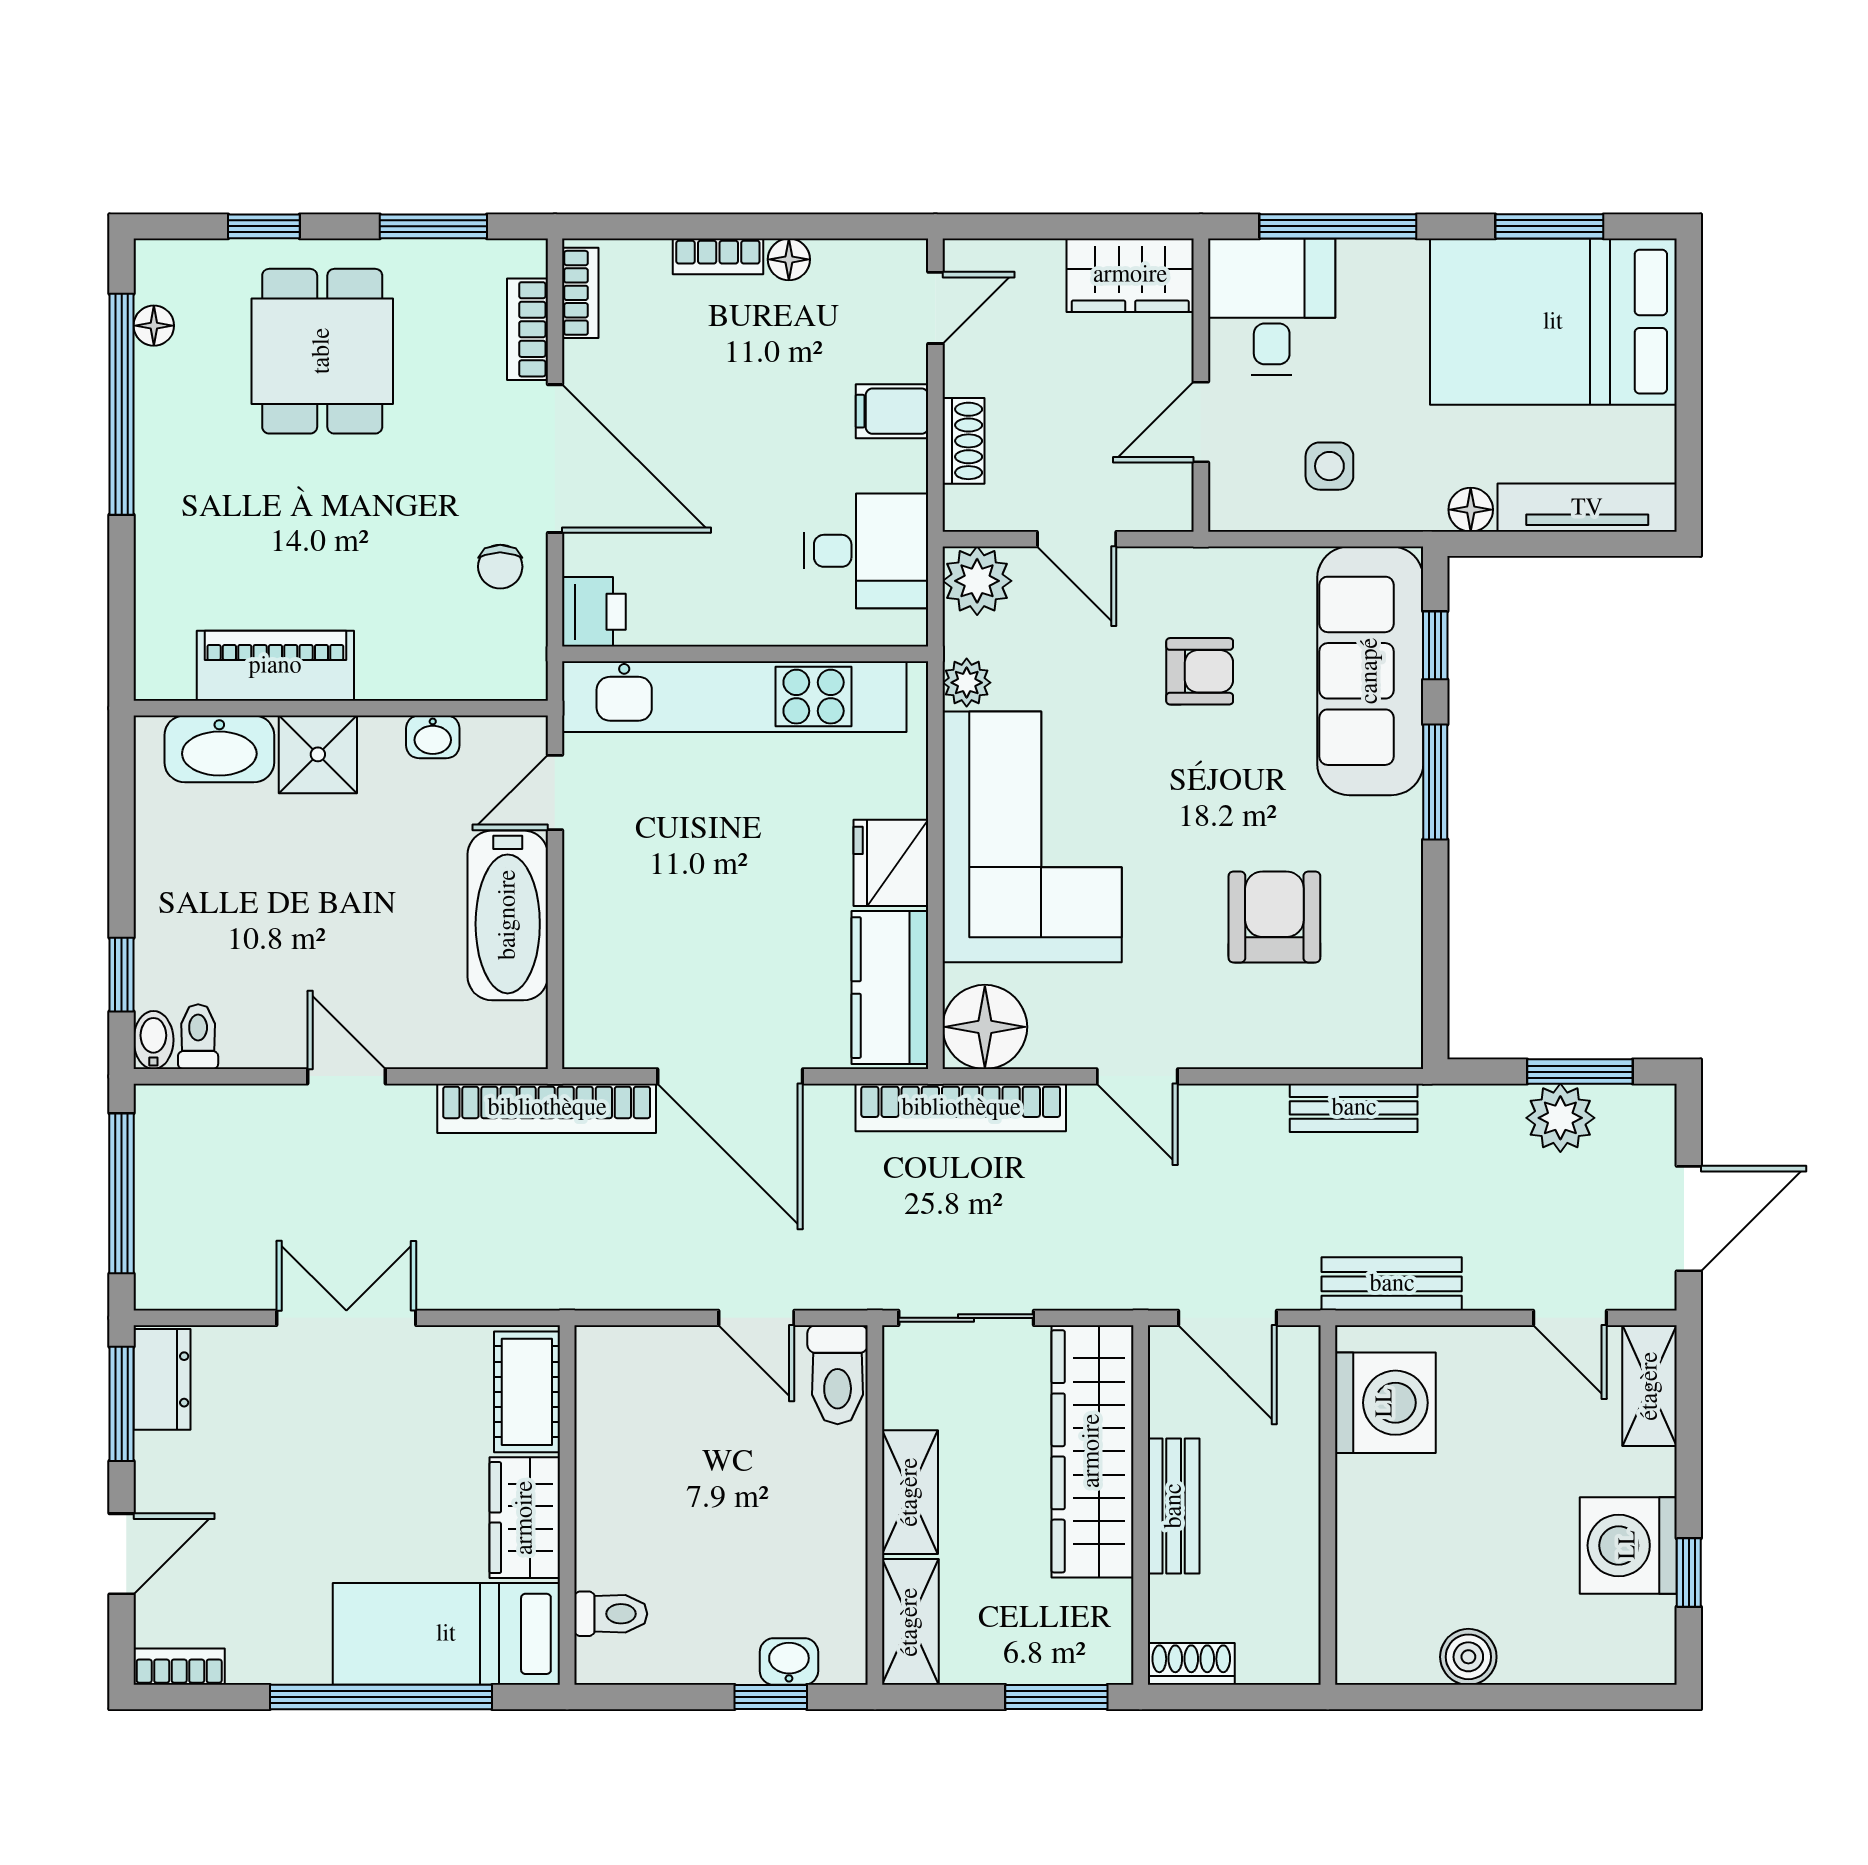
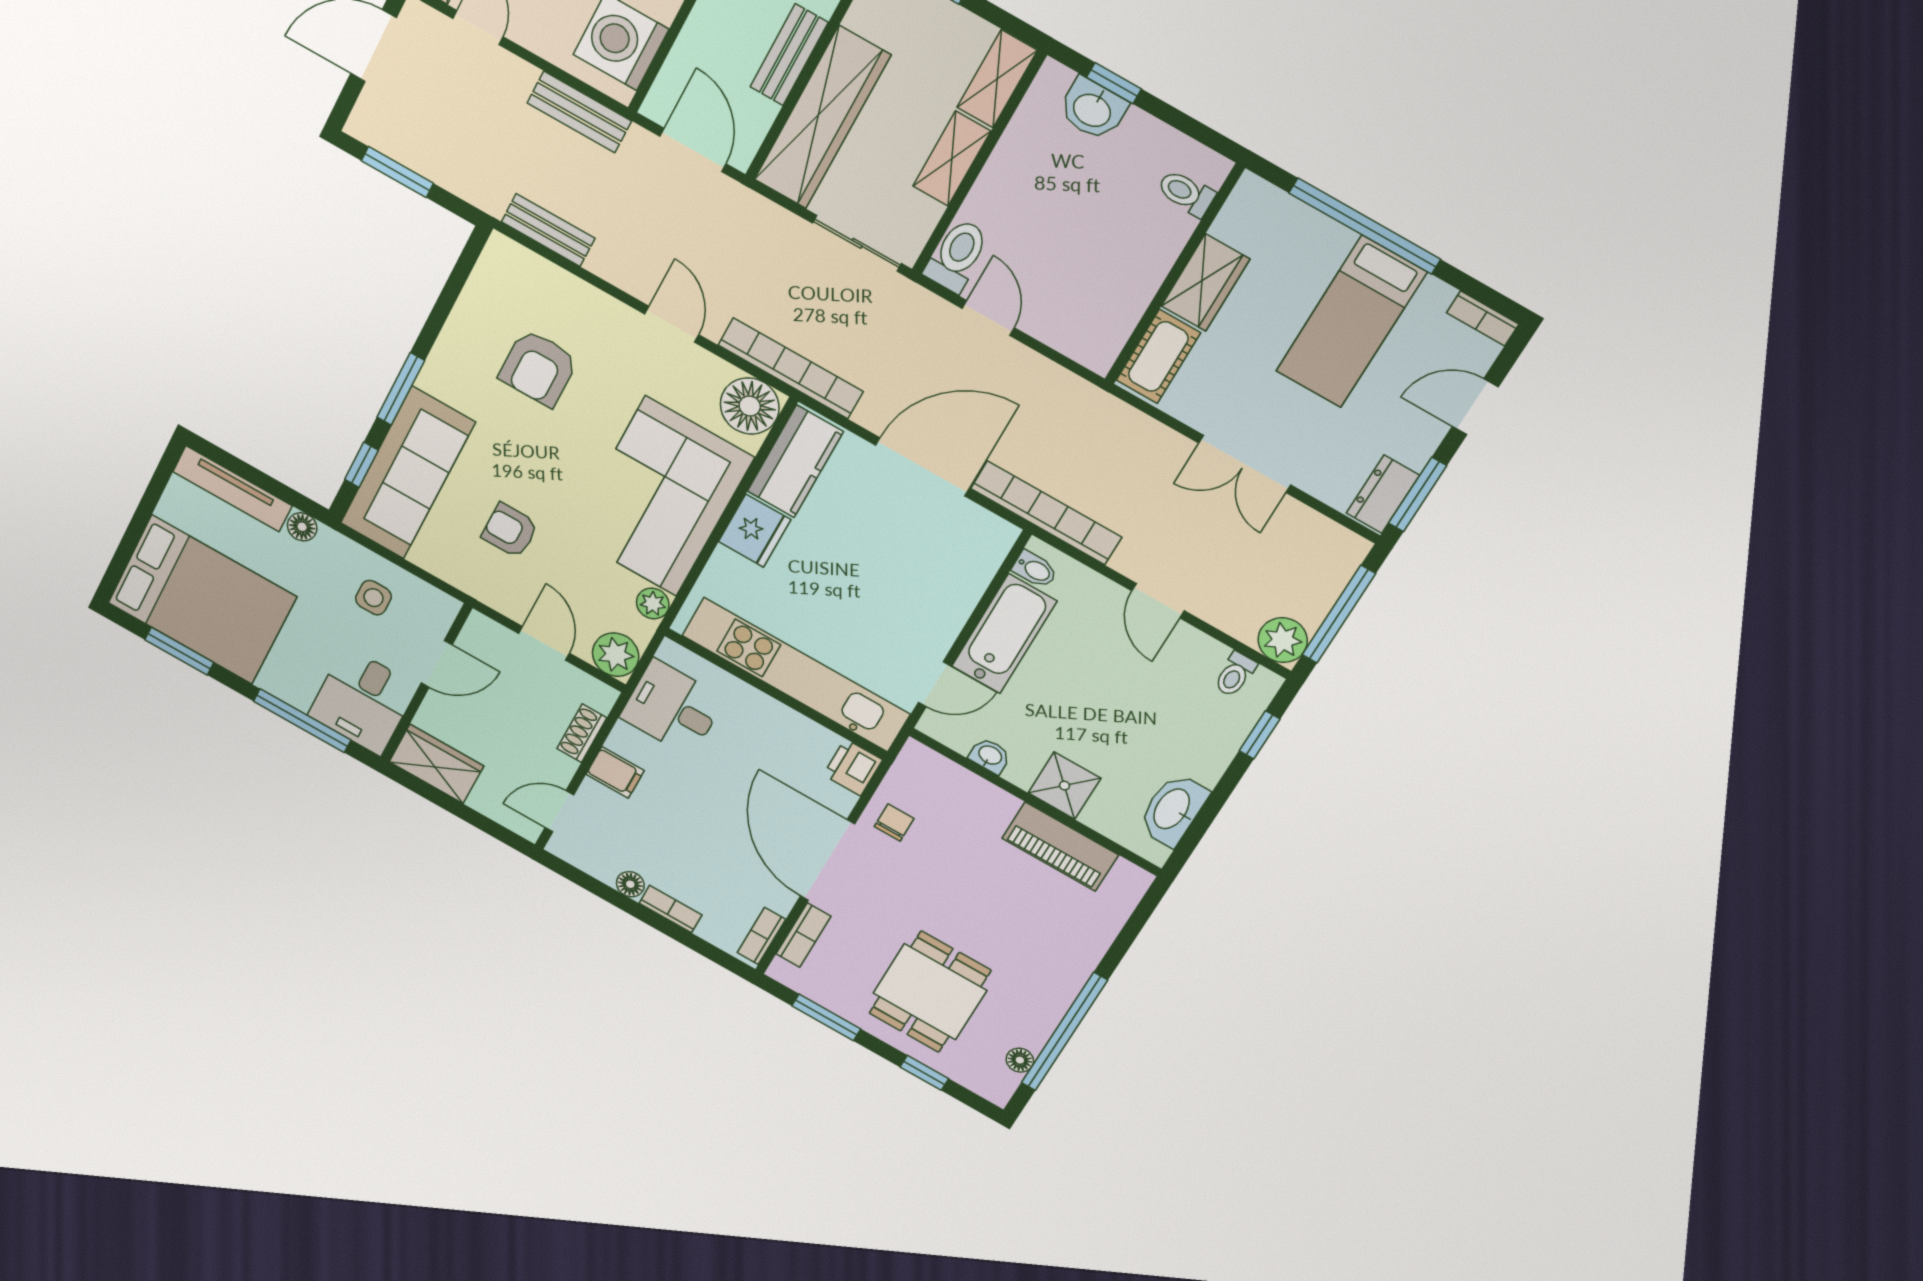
washbasin: (219, 749) -> (1173, 809), moved, turned -90
bidet: (153, 1040) -> (1035, 569), moved, turned -90
door: (730, 1076) -> (922, 467), hinge flipped
plant: (1560, 1118) -> (1283, 640), moved
bed: (446, 1634) -> (1351, 322), moved, turned 90
washbasin: (789, 1661) -> (1093, 109), width x1.38, depth x1.45

